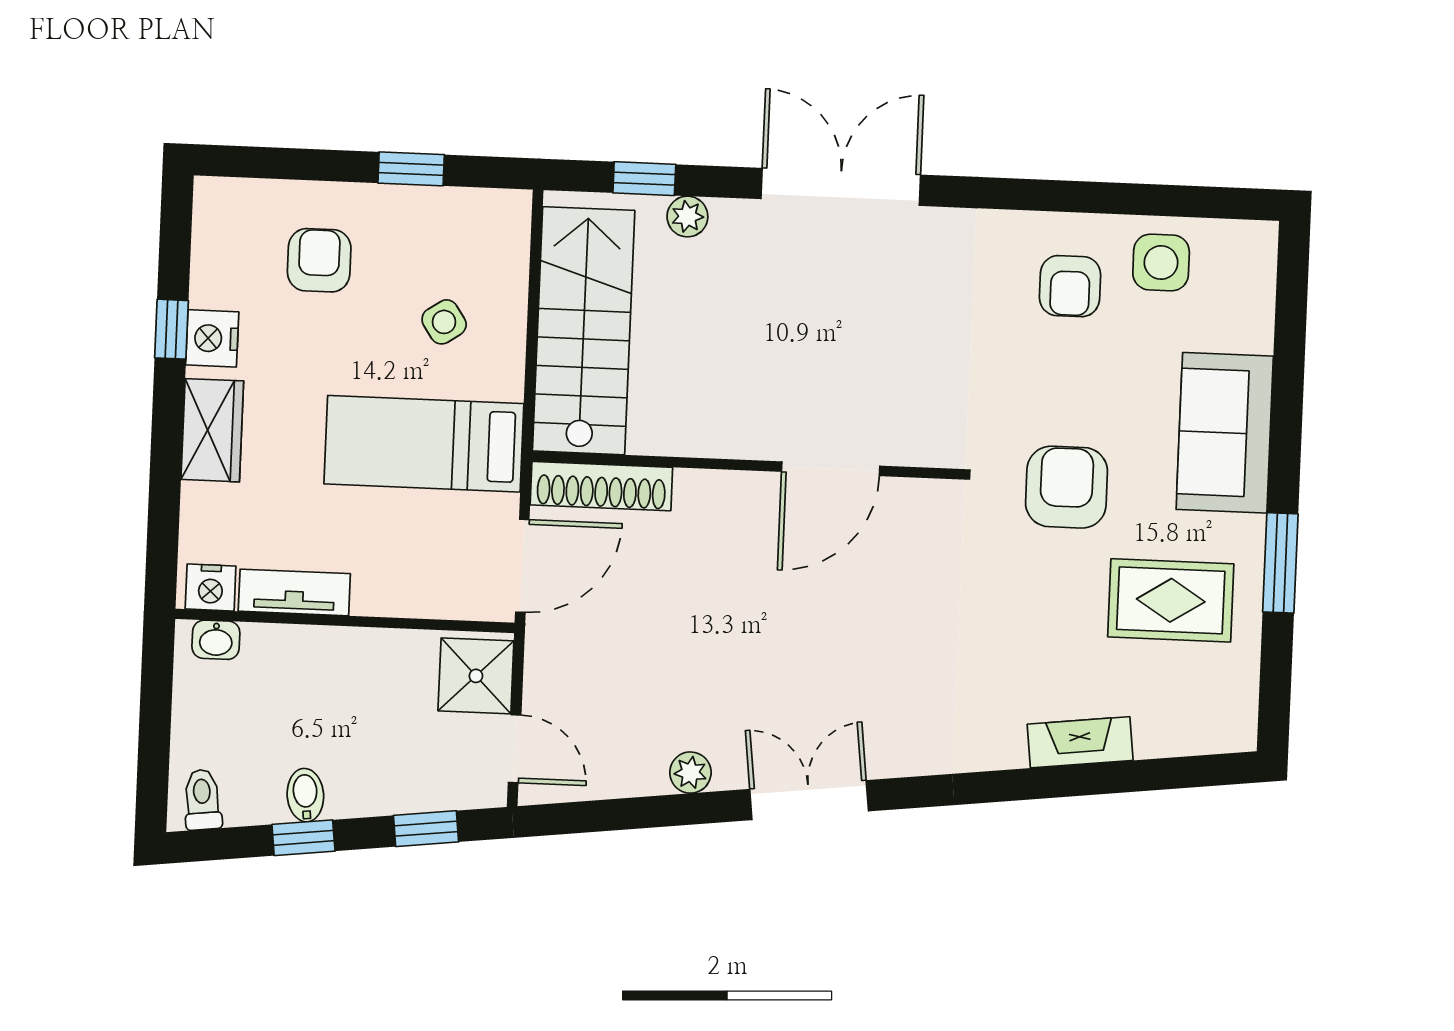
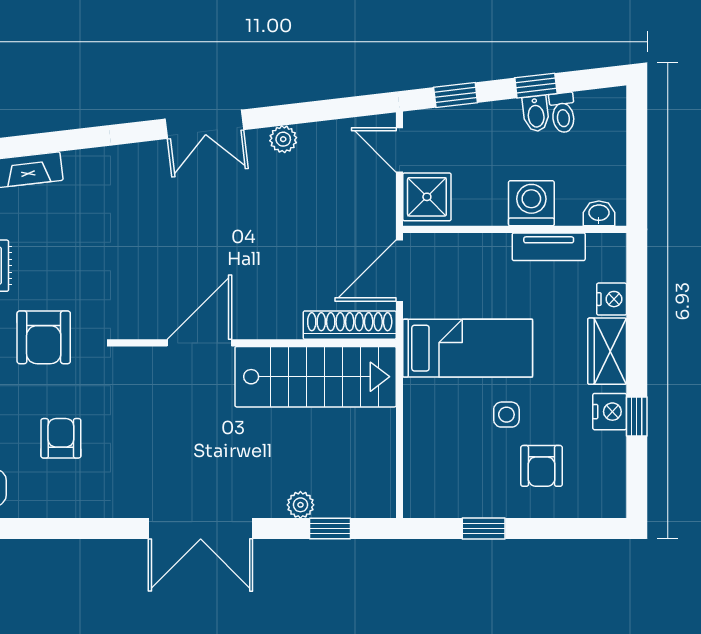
armchair: (1070, 286) -> (61, 438), moved
side table: (444, 322) -> (506, 415), moved, turned 34
stairs: (584, 331) -> (316, 377), moved, turned -90
nightstand: (211, 588) -> (612, 299), moved, turned 90
washing machine: (318, 659) -> (531, 203), added
toilet: (202, 800) -> (563, 113), moved

